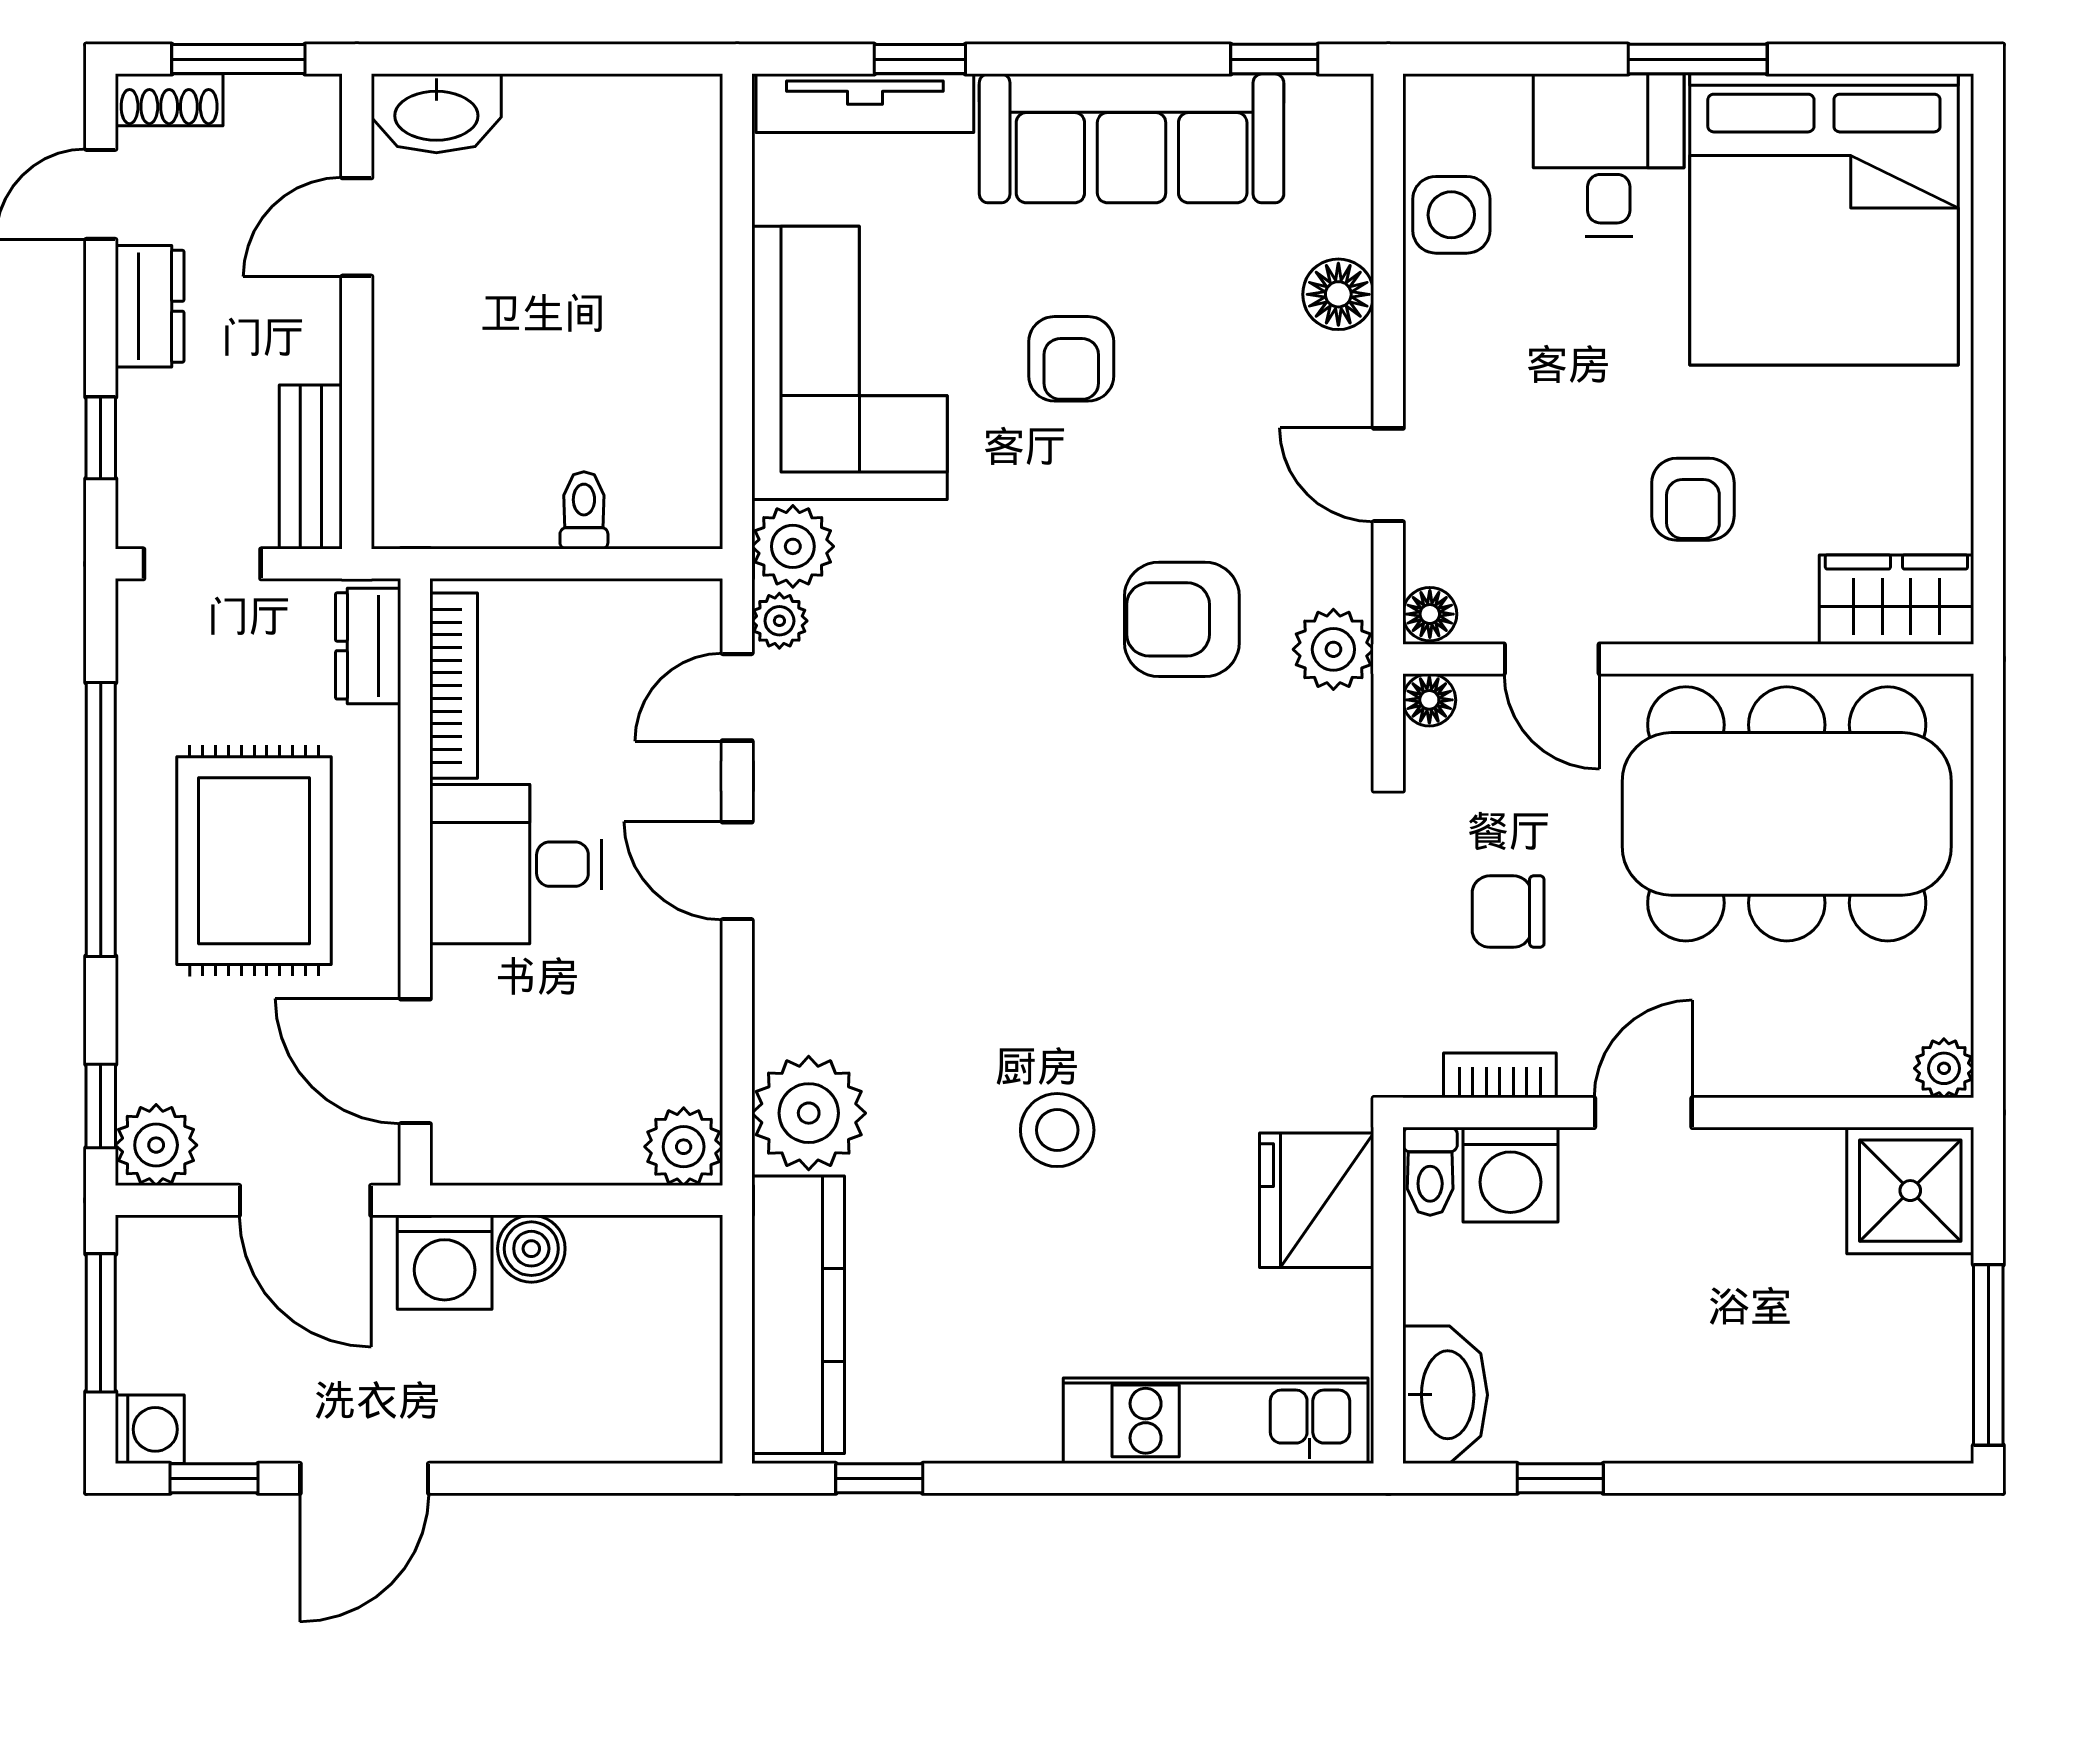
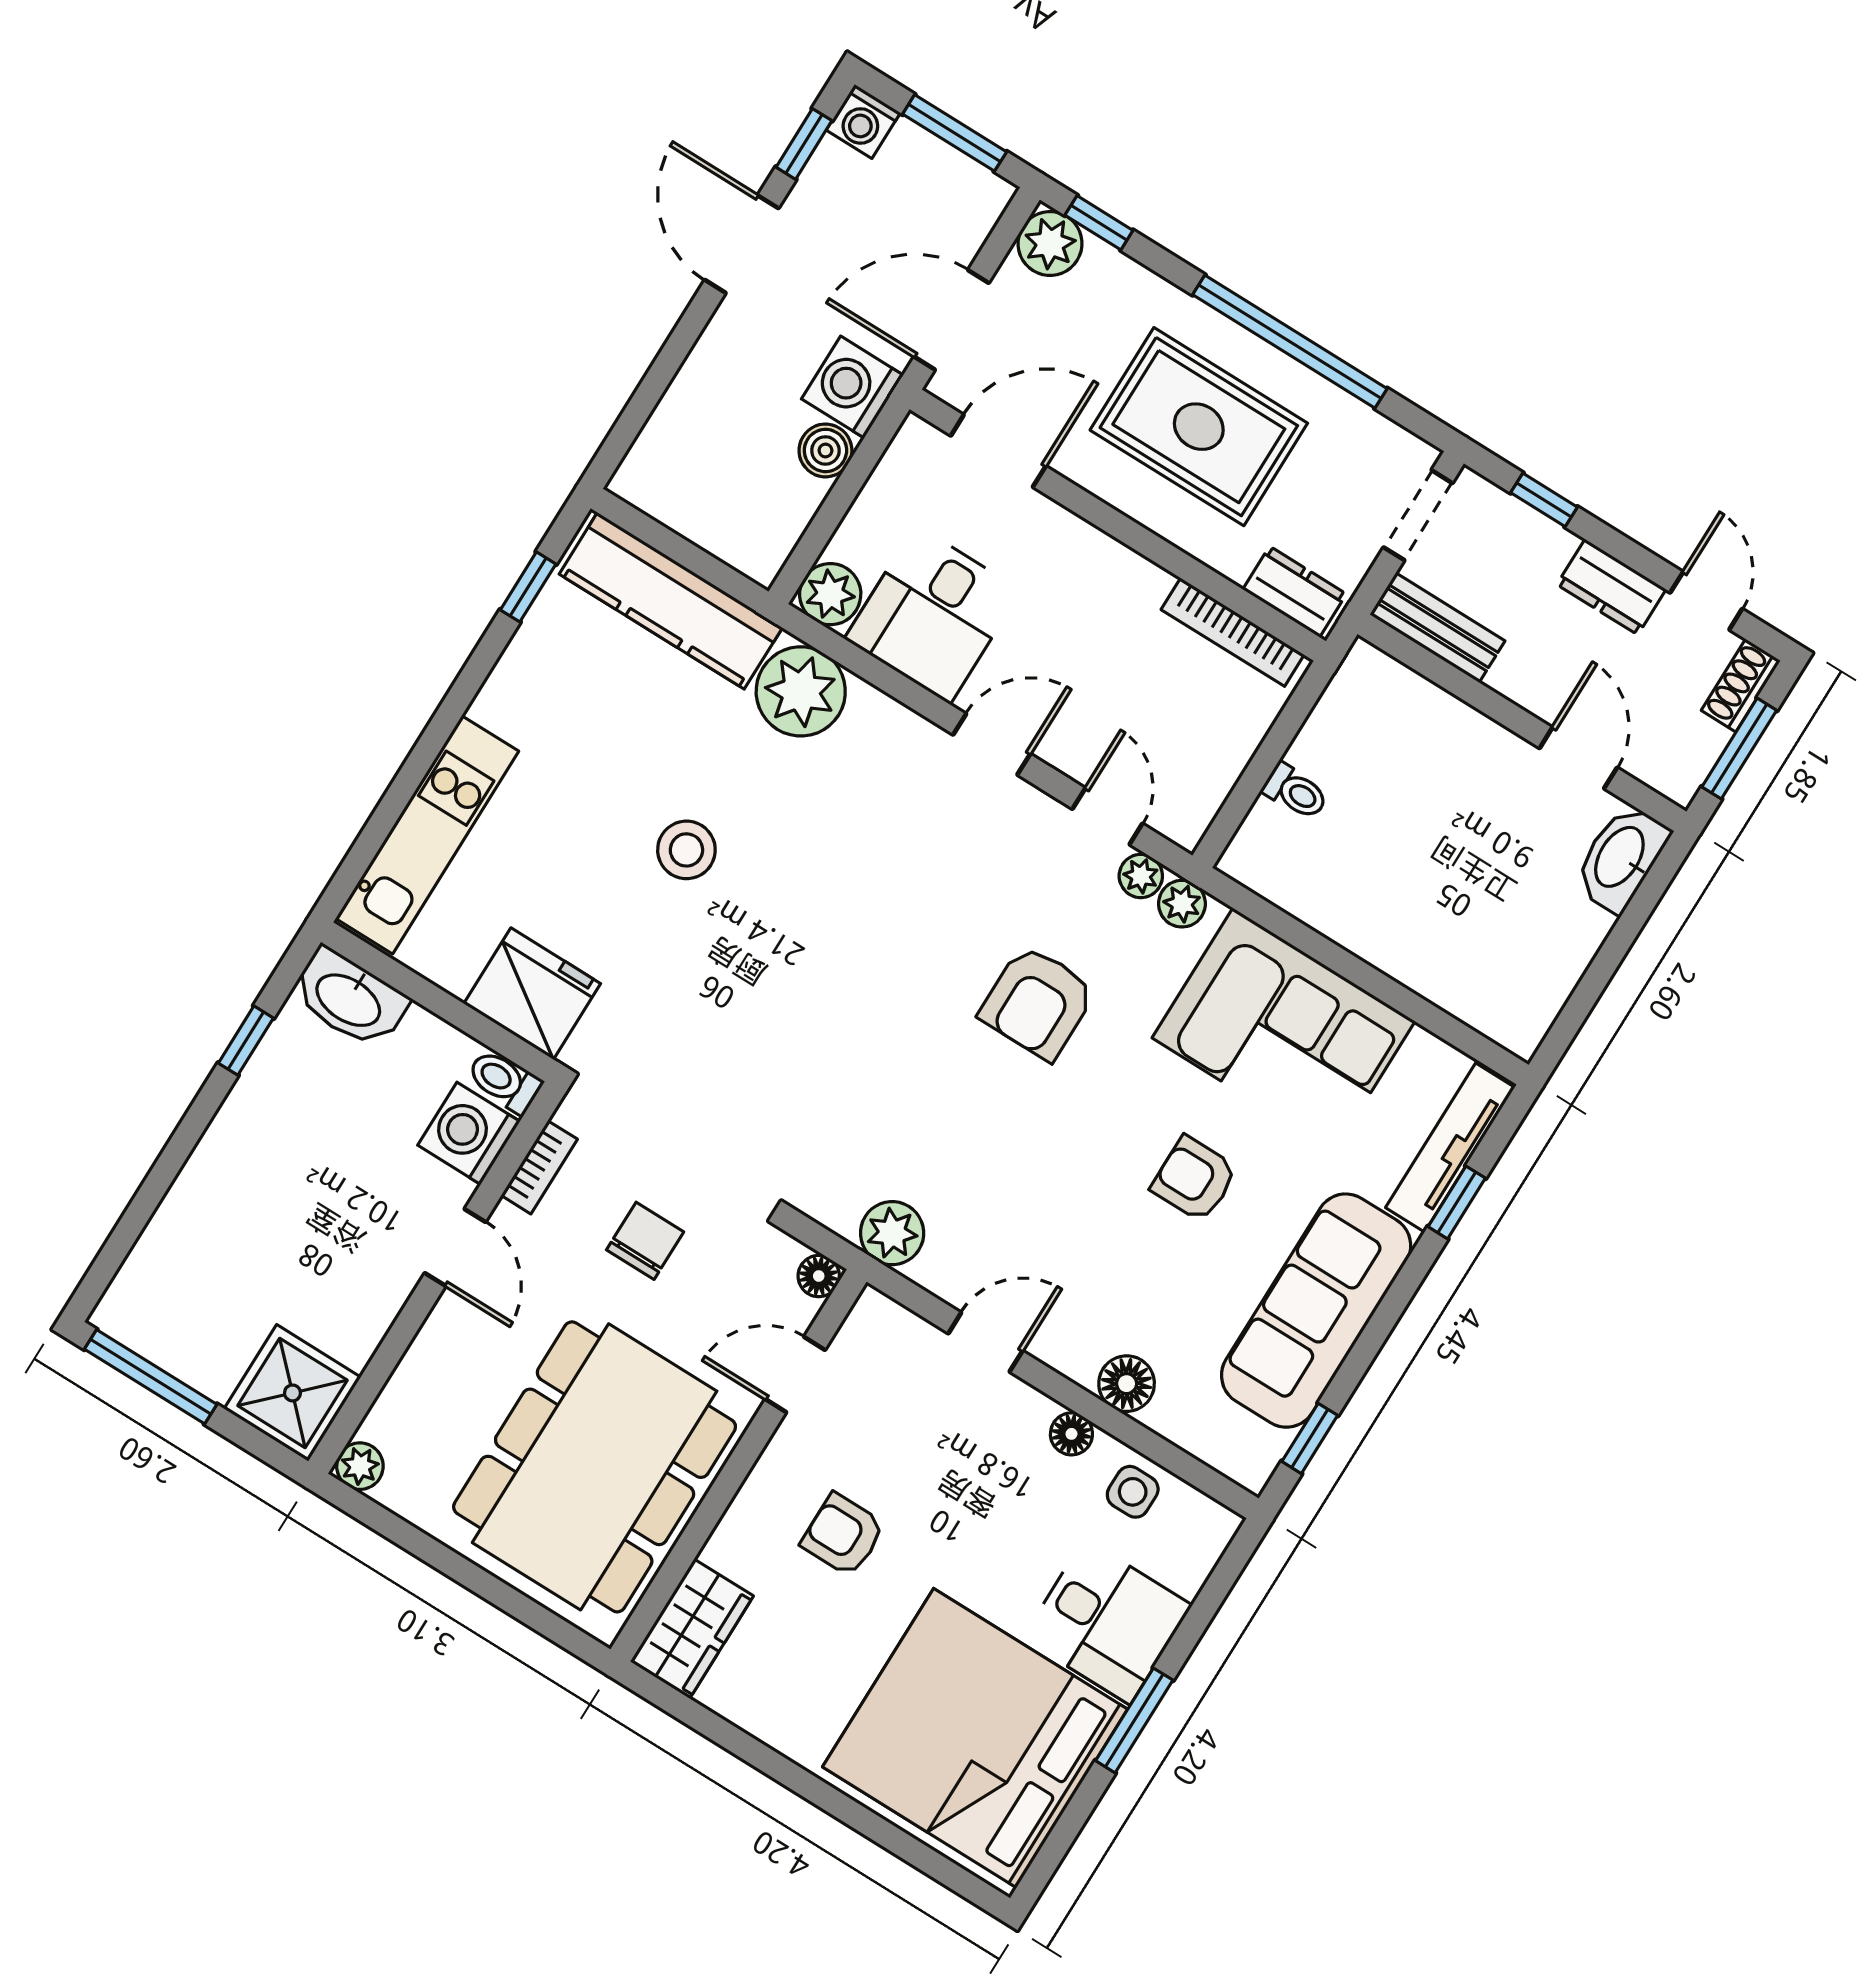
side table: (1451, 215) -> (1133, 1492), width x0.73, depth x0.73
plant: (793, 546) -> (1182, 904), width x0.73, depth x0.73
floor lamp: (1430, 614) -> (1071, 1434), moved
armchair: (1182, 619) -> (1038, 1002), moved, turned 180
desk: (516, 864) -> (933, 615), moved, turned 180

